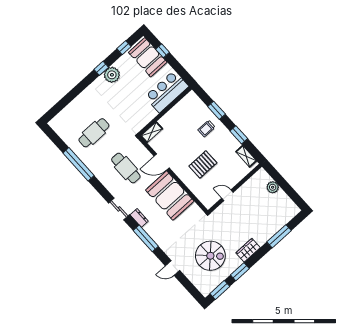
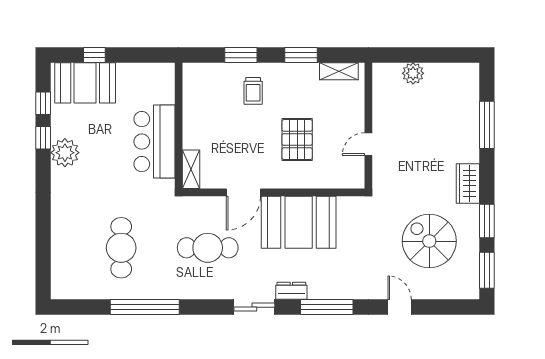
window: (101, 68) -> (43, 138), moved
bar counter: (167, 91) -> (154, 142), moved
spiral stairs: (210, 256) -> (429, 241), turned -90
door: (173, 268) -> (400, 307), swing flipped

